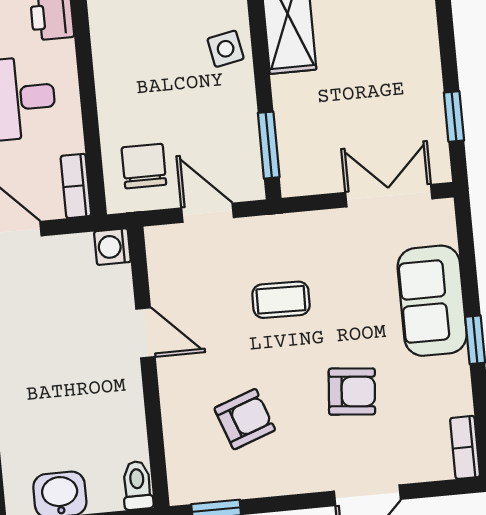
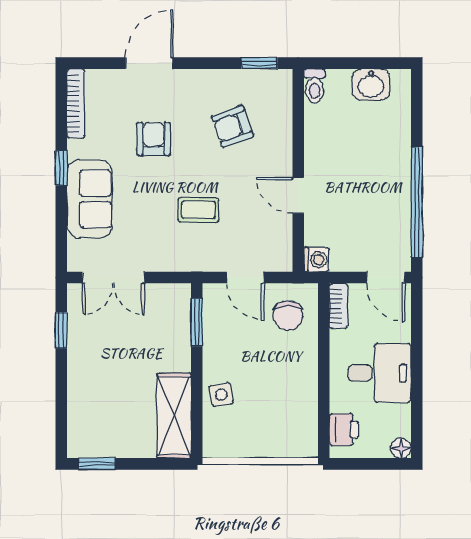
armchair: (352, 392) -> (153, 139), turned 85
bookcase: (465, 447) -> (76, 103), width x1.56

